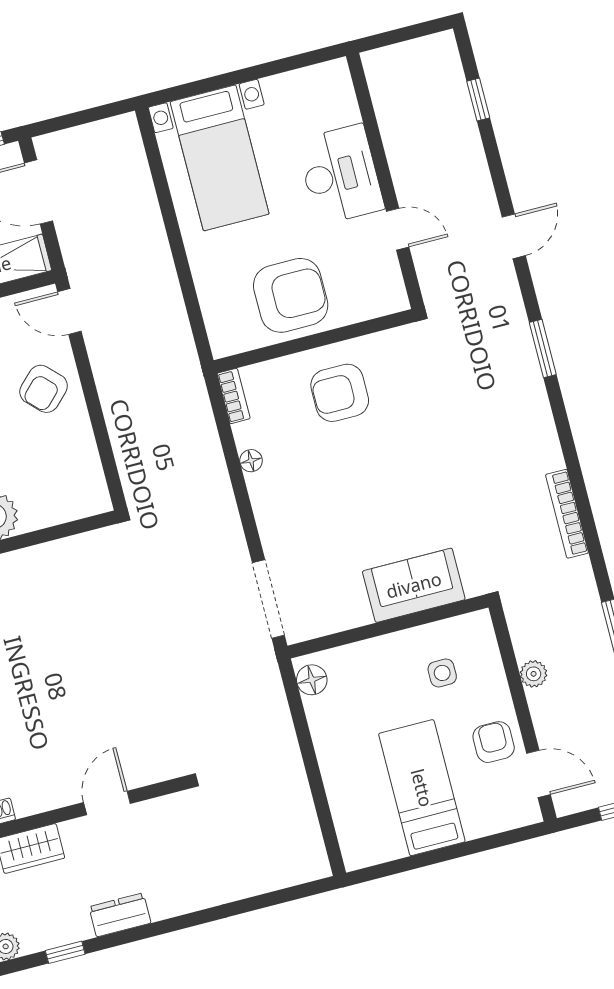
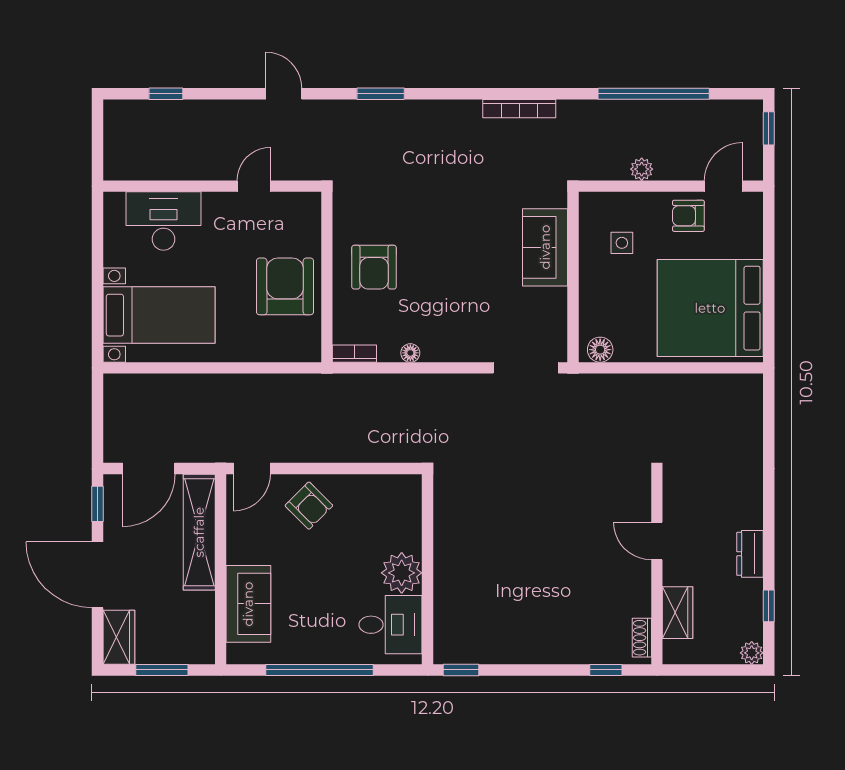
desk: (340, 175) -> (163, 221), moved
bed: (422, 788) -> (710, 308), width x2.04

